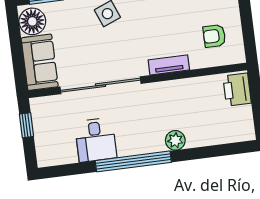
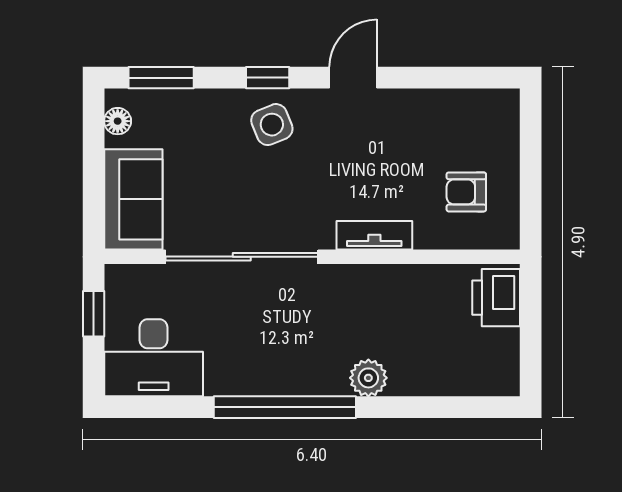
floor lamp: (32, 21) -> (118, 121), width x0.53, depth x0.53
desk: (96, 140) -> (154, 358), moved, width x1.37

